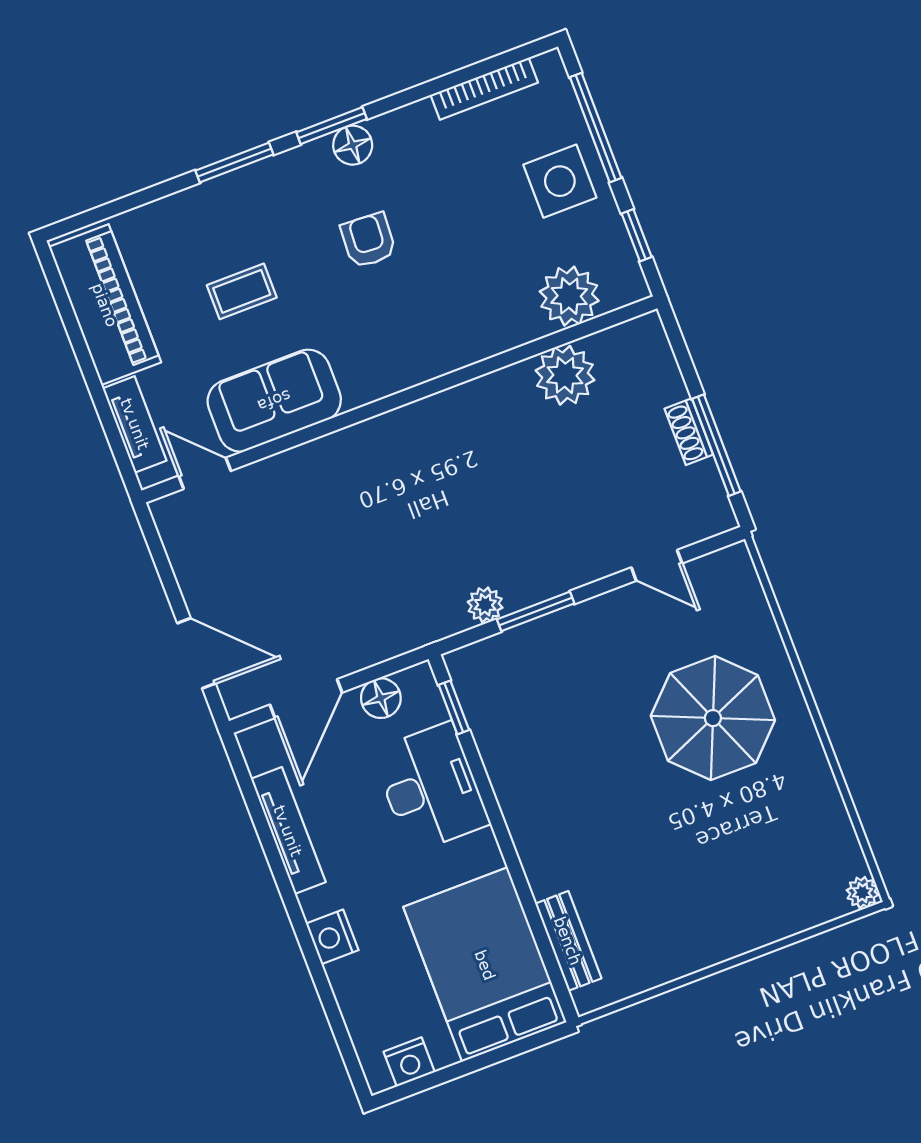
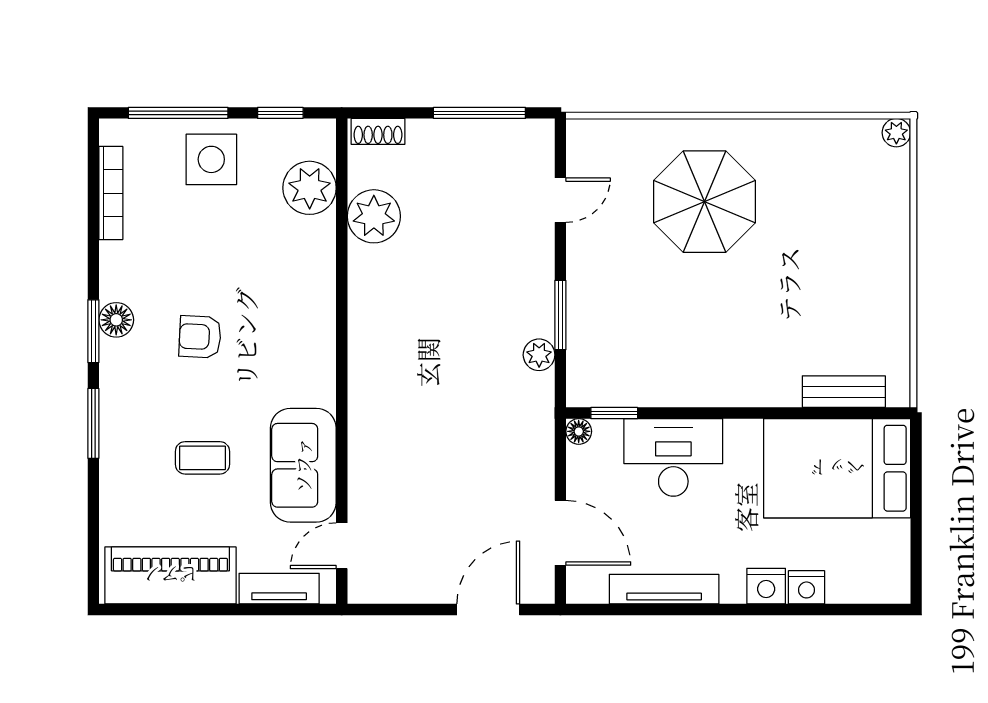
coffee table: (242, 291) -> (202, 458), turned 90
shoe rack: (689, 432) -> (378, 131), moved
floor lamp: (381, 698) -> (579, 431), moved, width x0.73, depth x0.73
nightstand: (409, 1062) -> (806, 587), moved, turned 90

